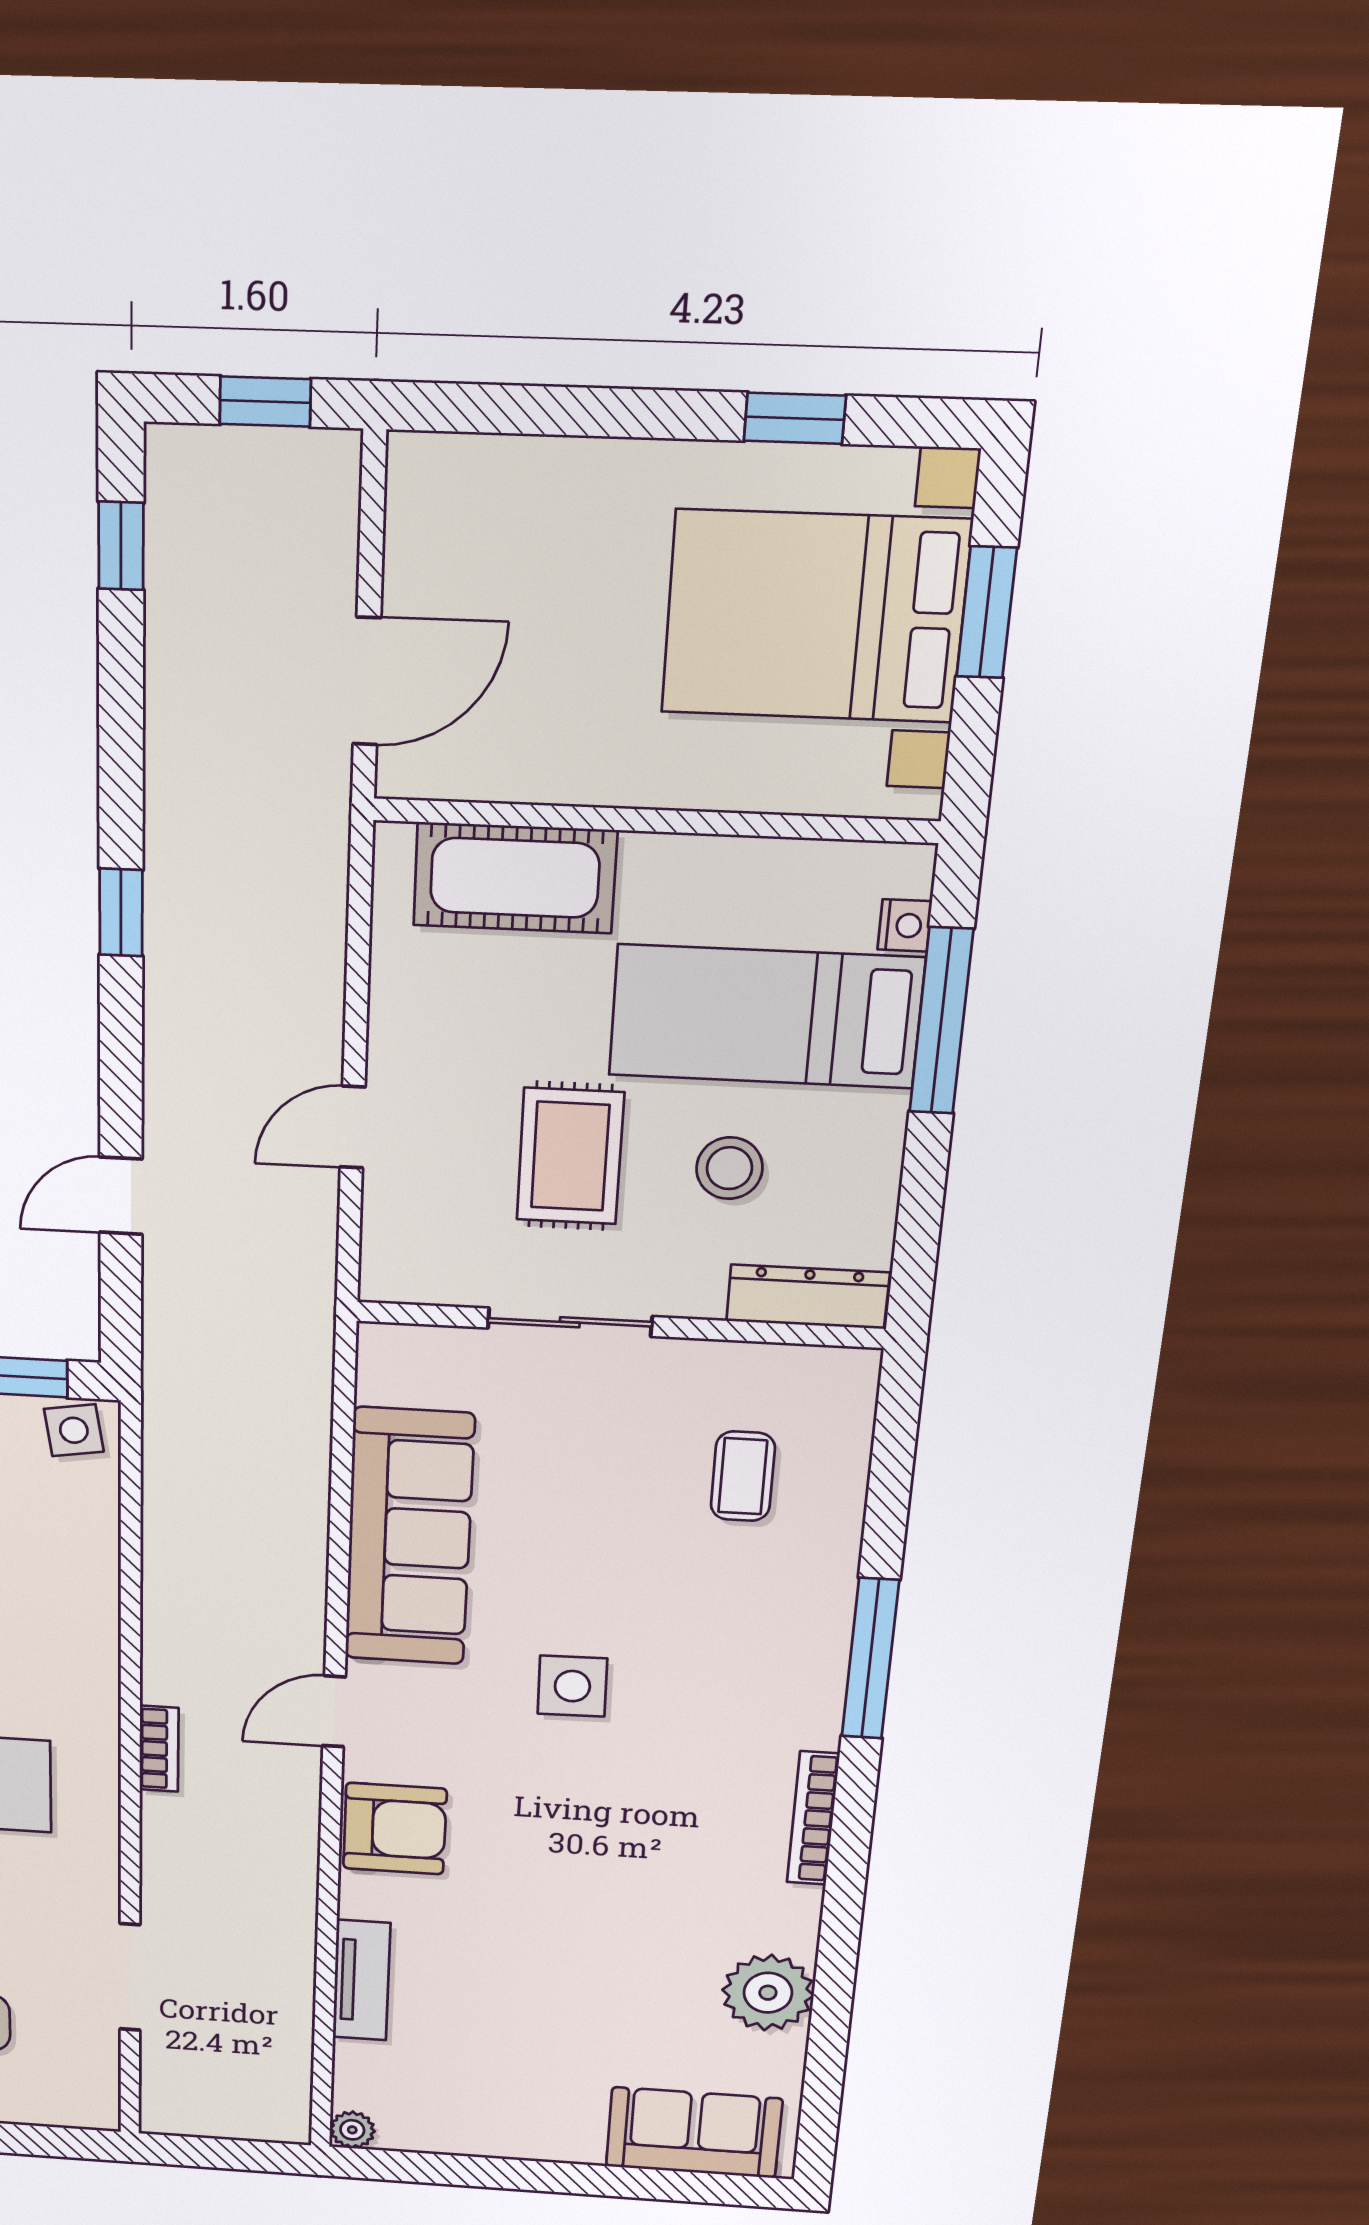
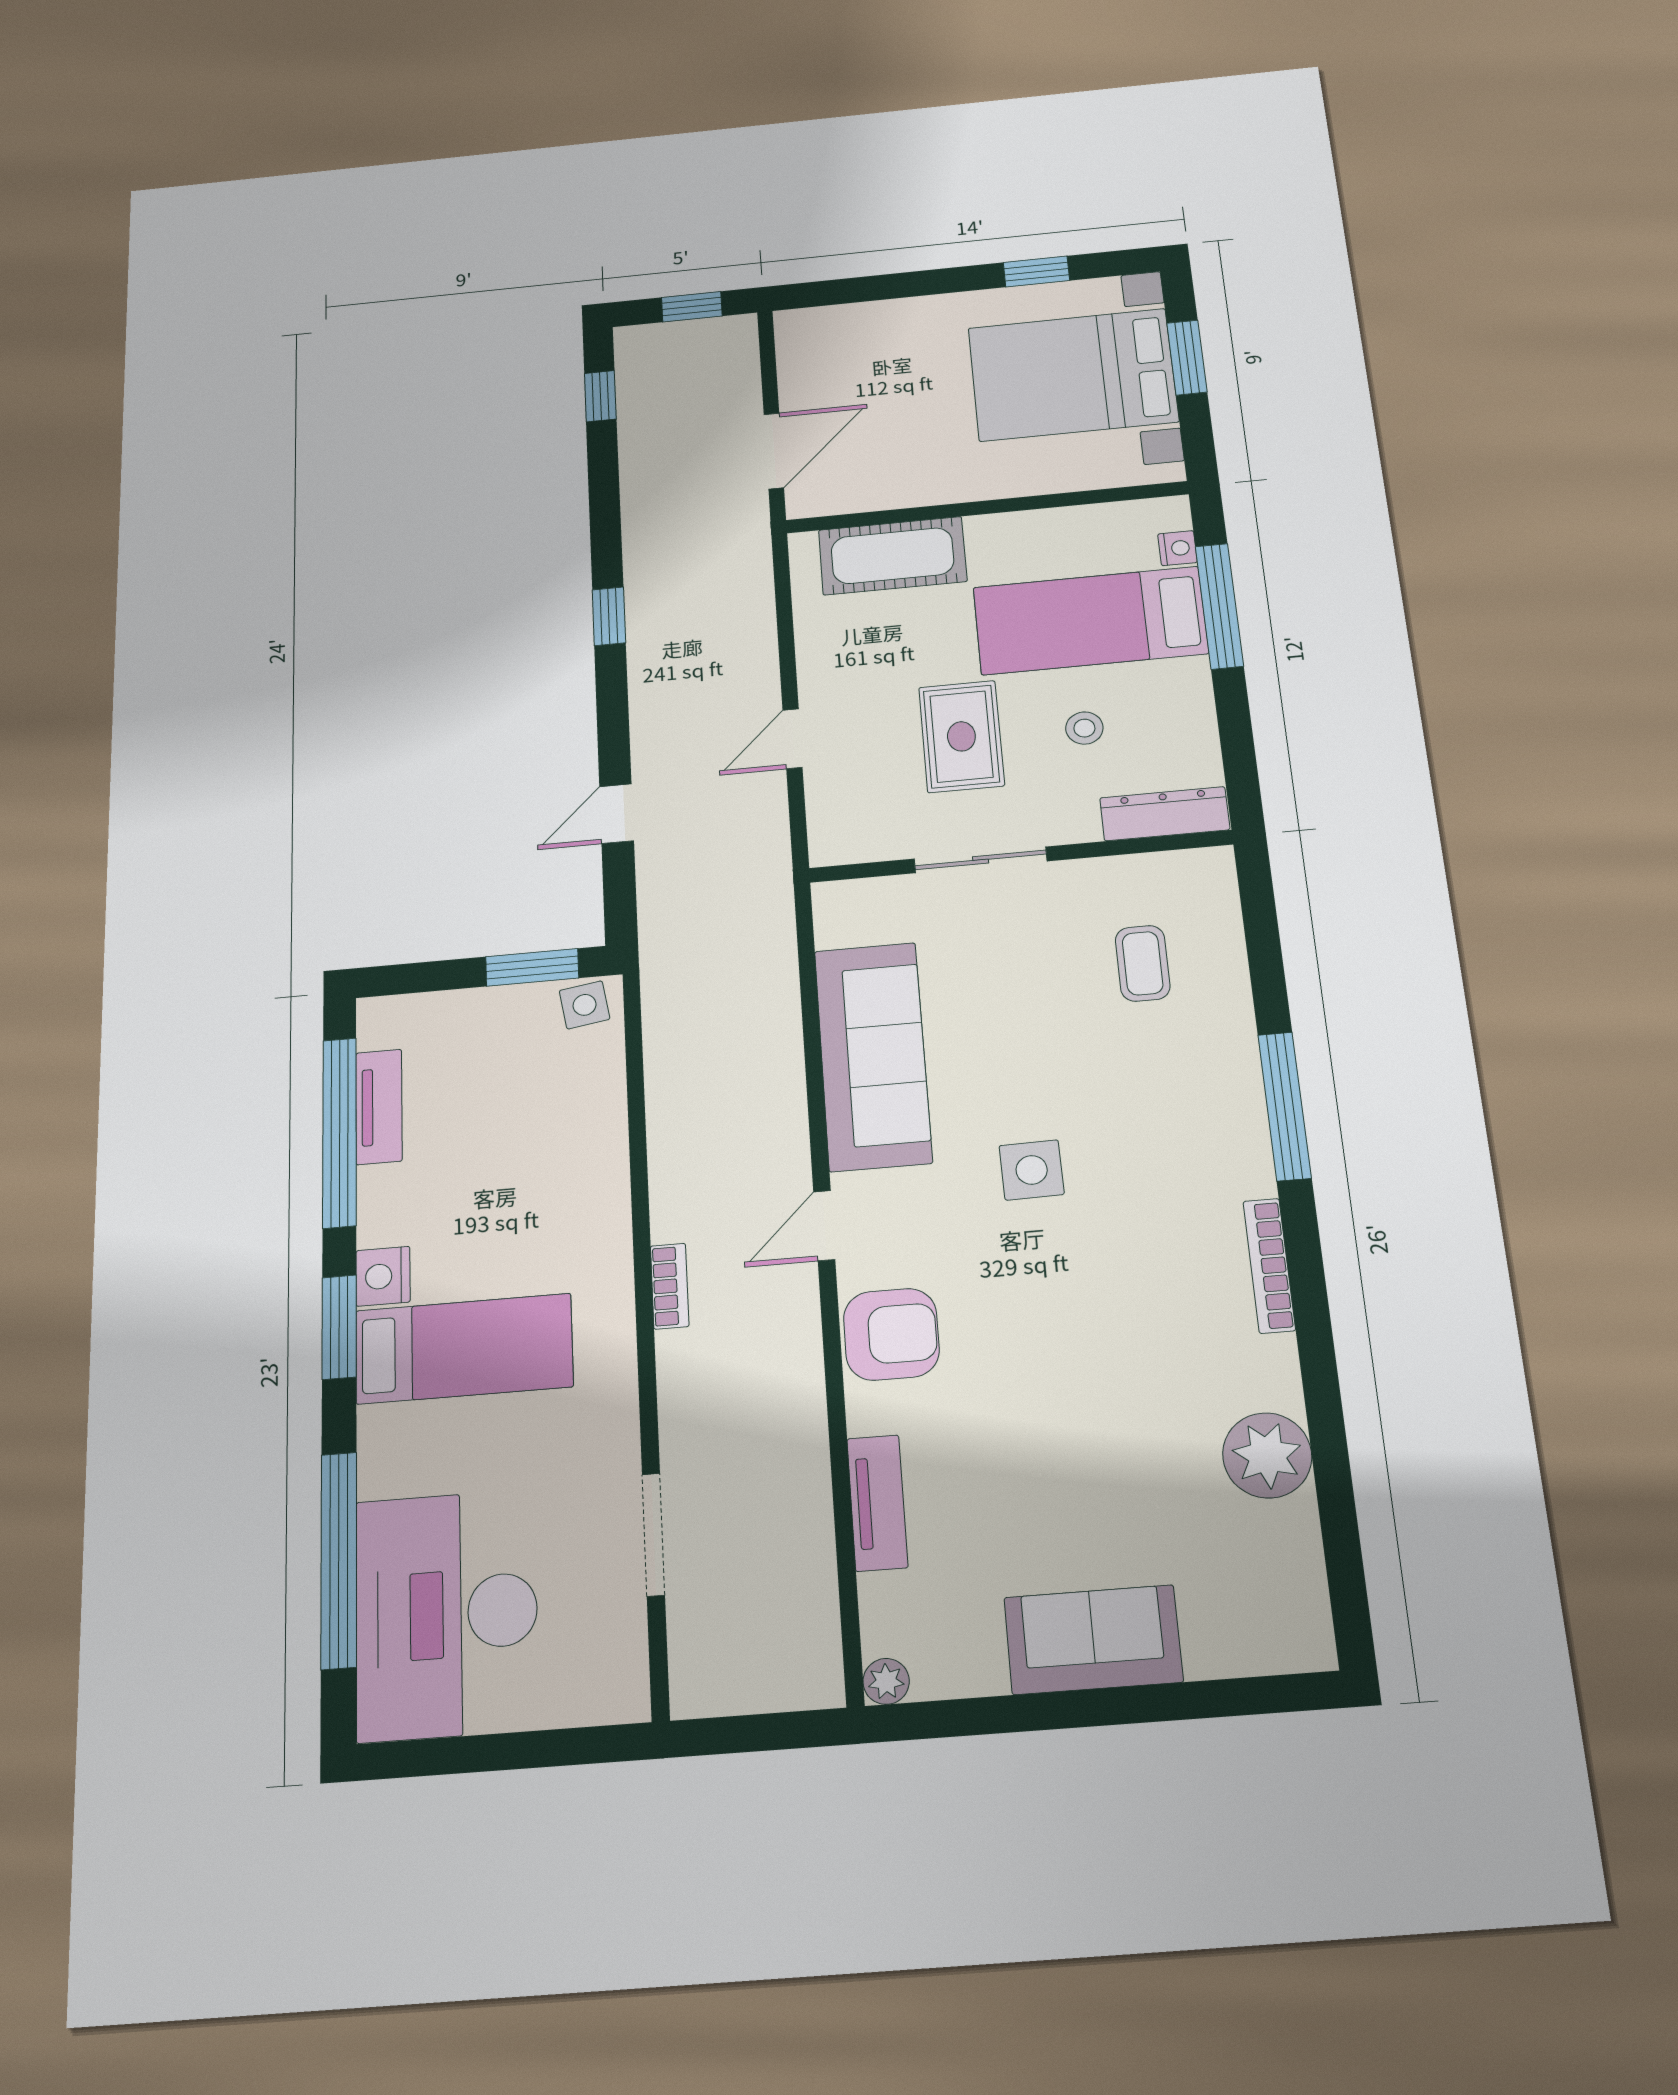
stool: (729, 1168) -> (1084, 728), width x0.73, depth x0.73
sofa: (694, 2133) -> (1093, 1640), moved

